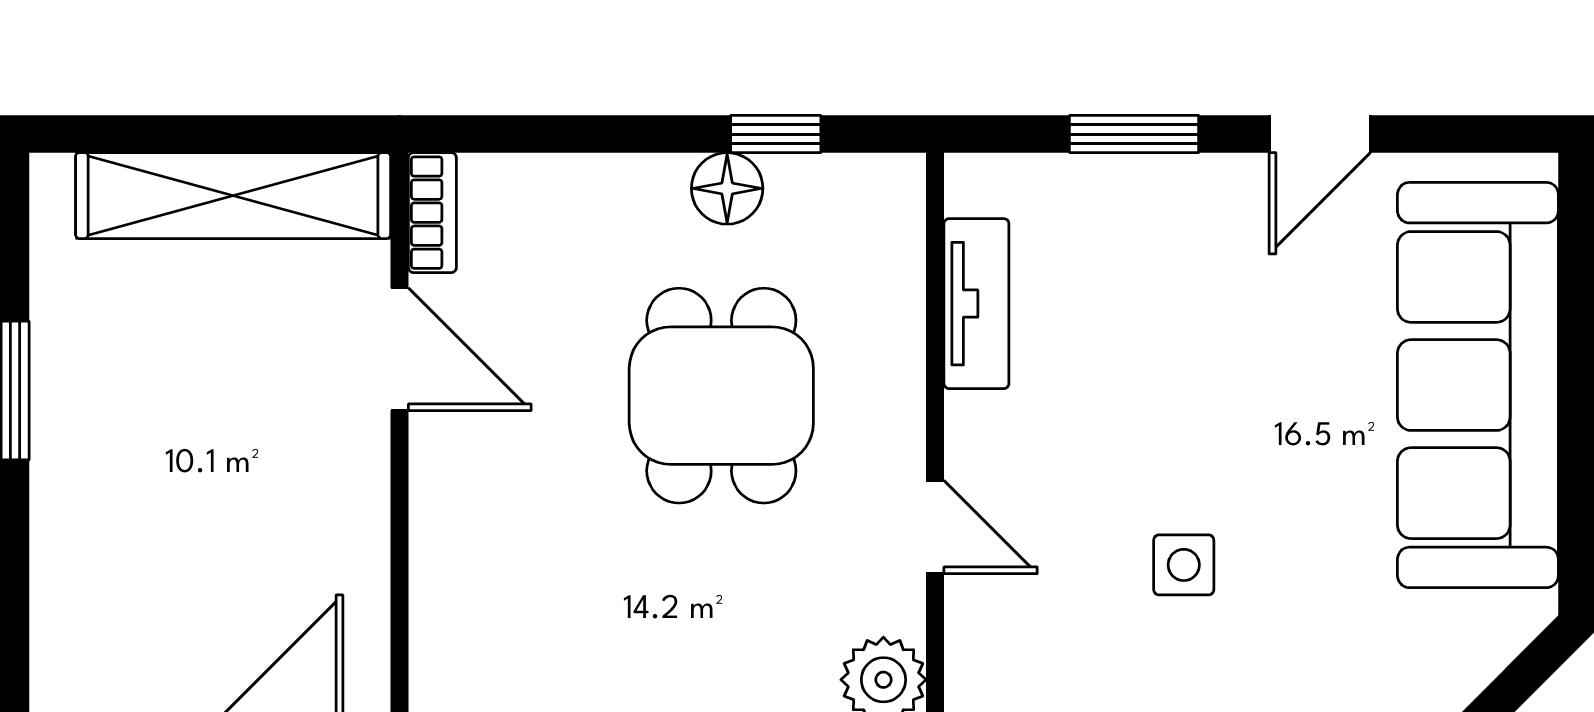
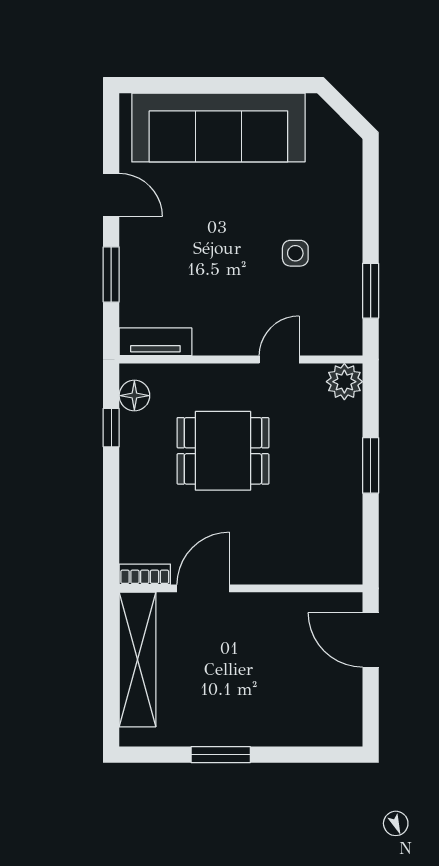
floor lamp: (727, 188) -> (134, 396), moved
tv unit: (976, 304) -> (155, 342), moved

